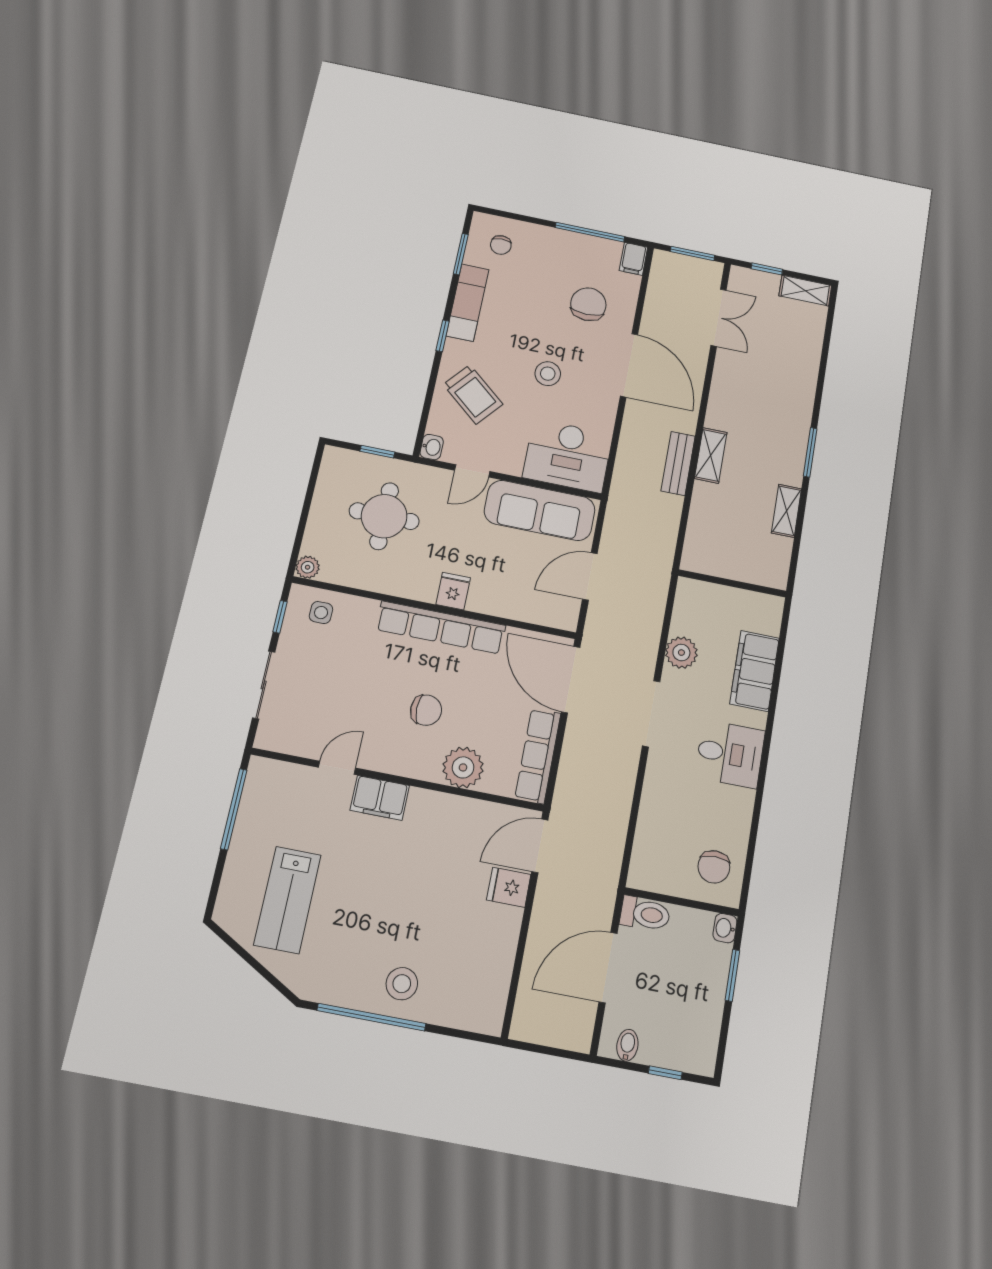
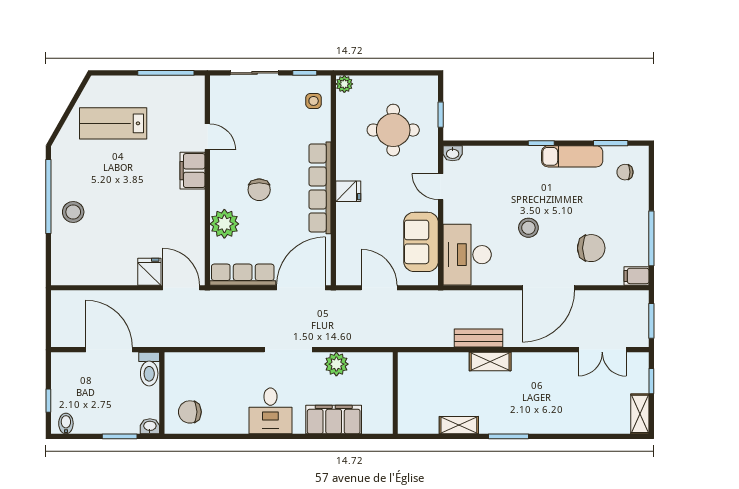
trolley: (473, 394) -> (500, 175), removed
sofa: (540, 510) -> (421, 242), width x0.73
bidet: (627, 1045) -> (66, 423), moved, turned -90

